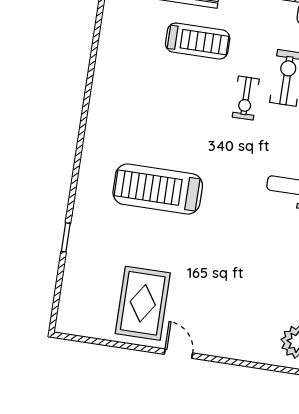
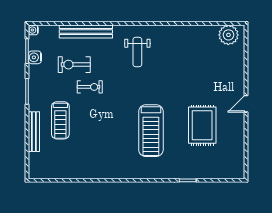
treadmill: (198, 41) -> (60, 120), turned 180
rug: (143, 303) -> (202, 125), moved, turned 90

